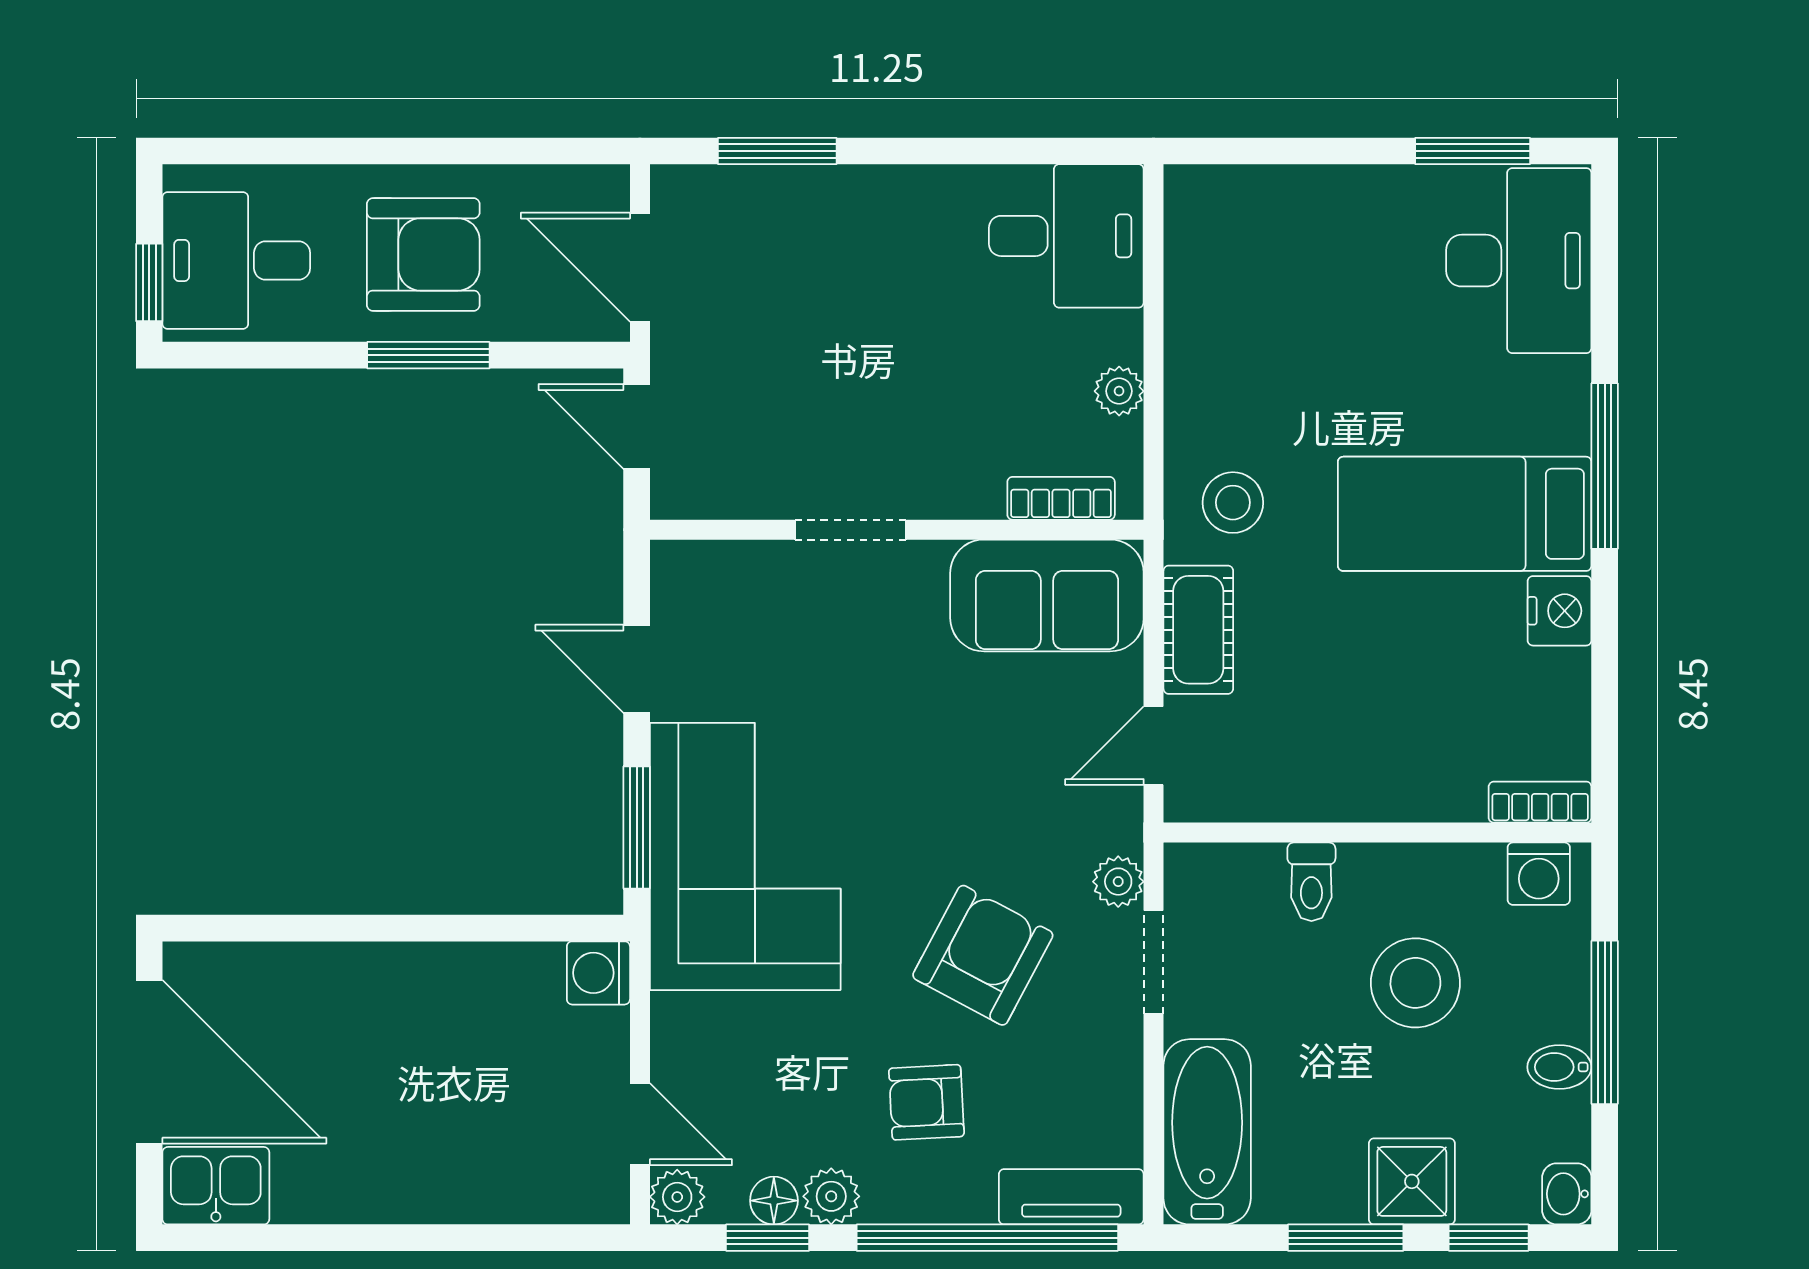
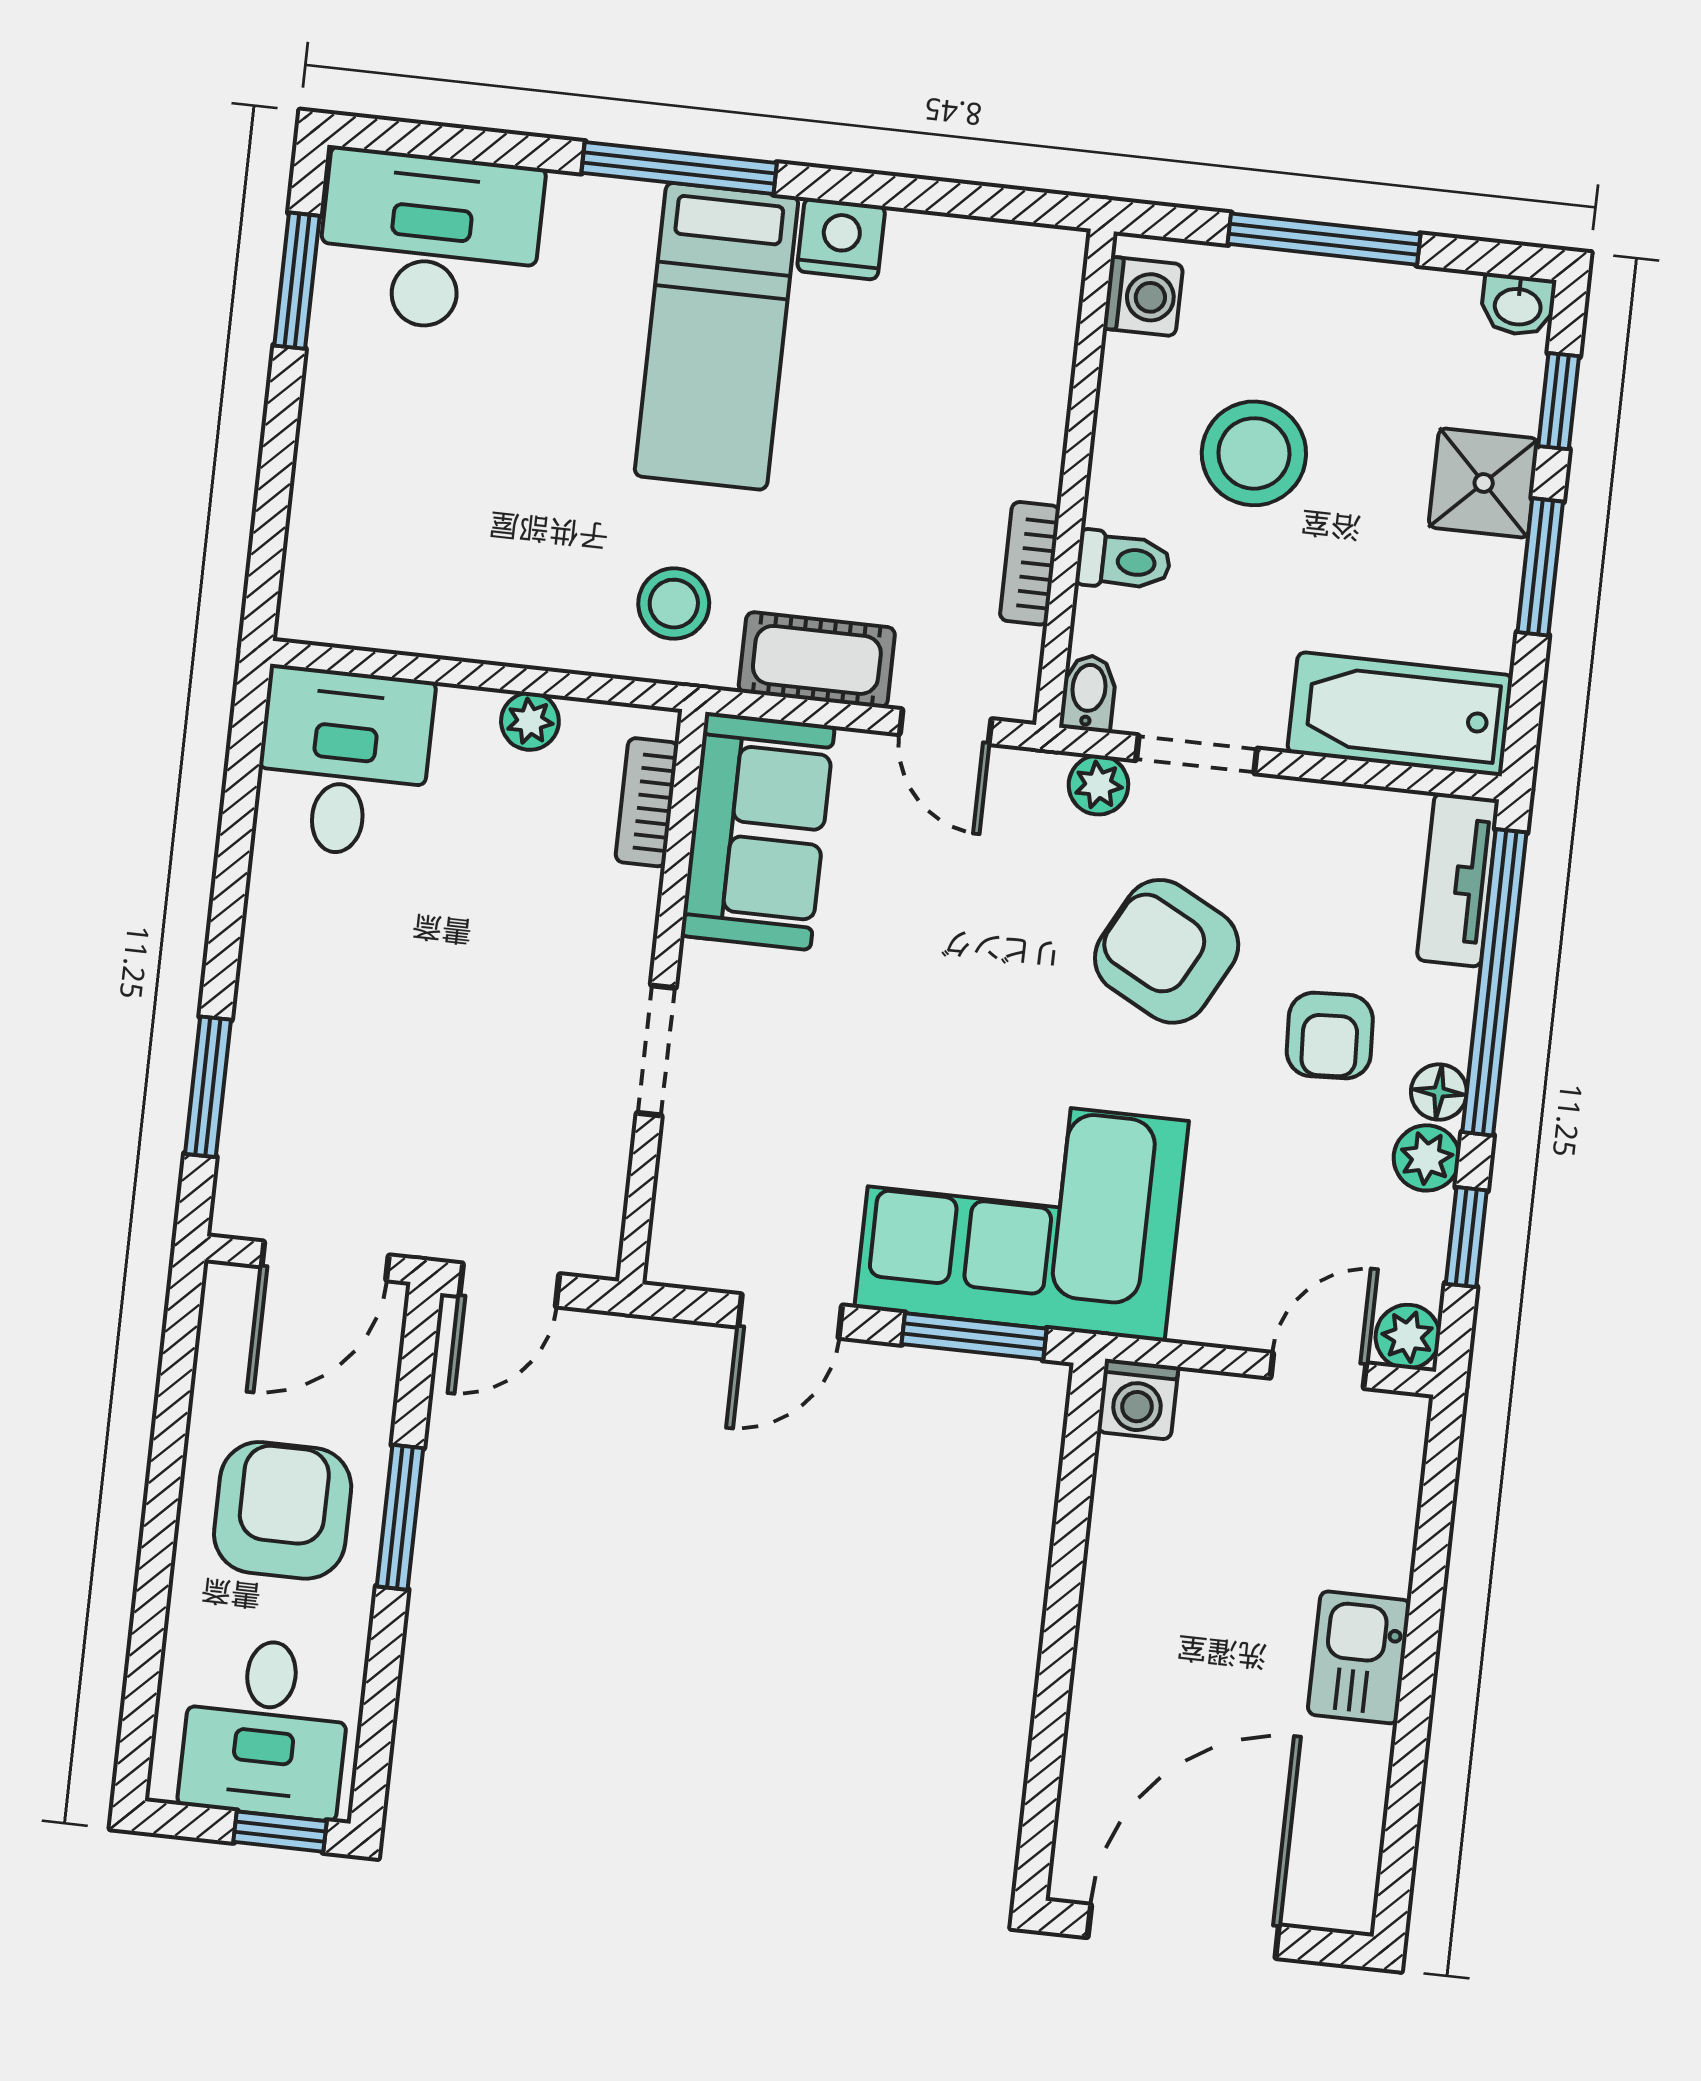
bookcase: (1540, 802) -> (1030, 563), moved
bidet: (1559, 1067) -> (1088, 693), moved, turned 180
kitchen sink: (216, 1186) -> (1359, 1657), moved
floor lamp: (774, 1201) -> (1439, 1092), moved

